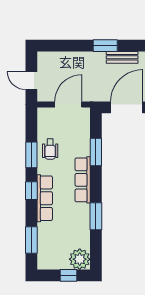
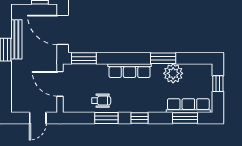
bench: (122, 57) -> (16, 39), width x1.36
window: (96, 152) -> (84, 58), moved
row of seats: (45, 198) -> (188, 106), moved
plant: (80, 259) -> (173, 73), moved

